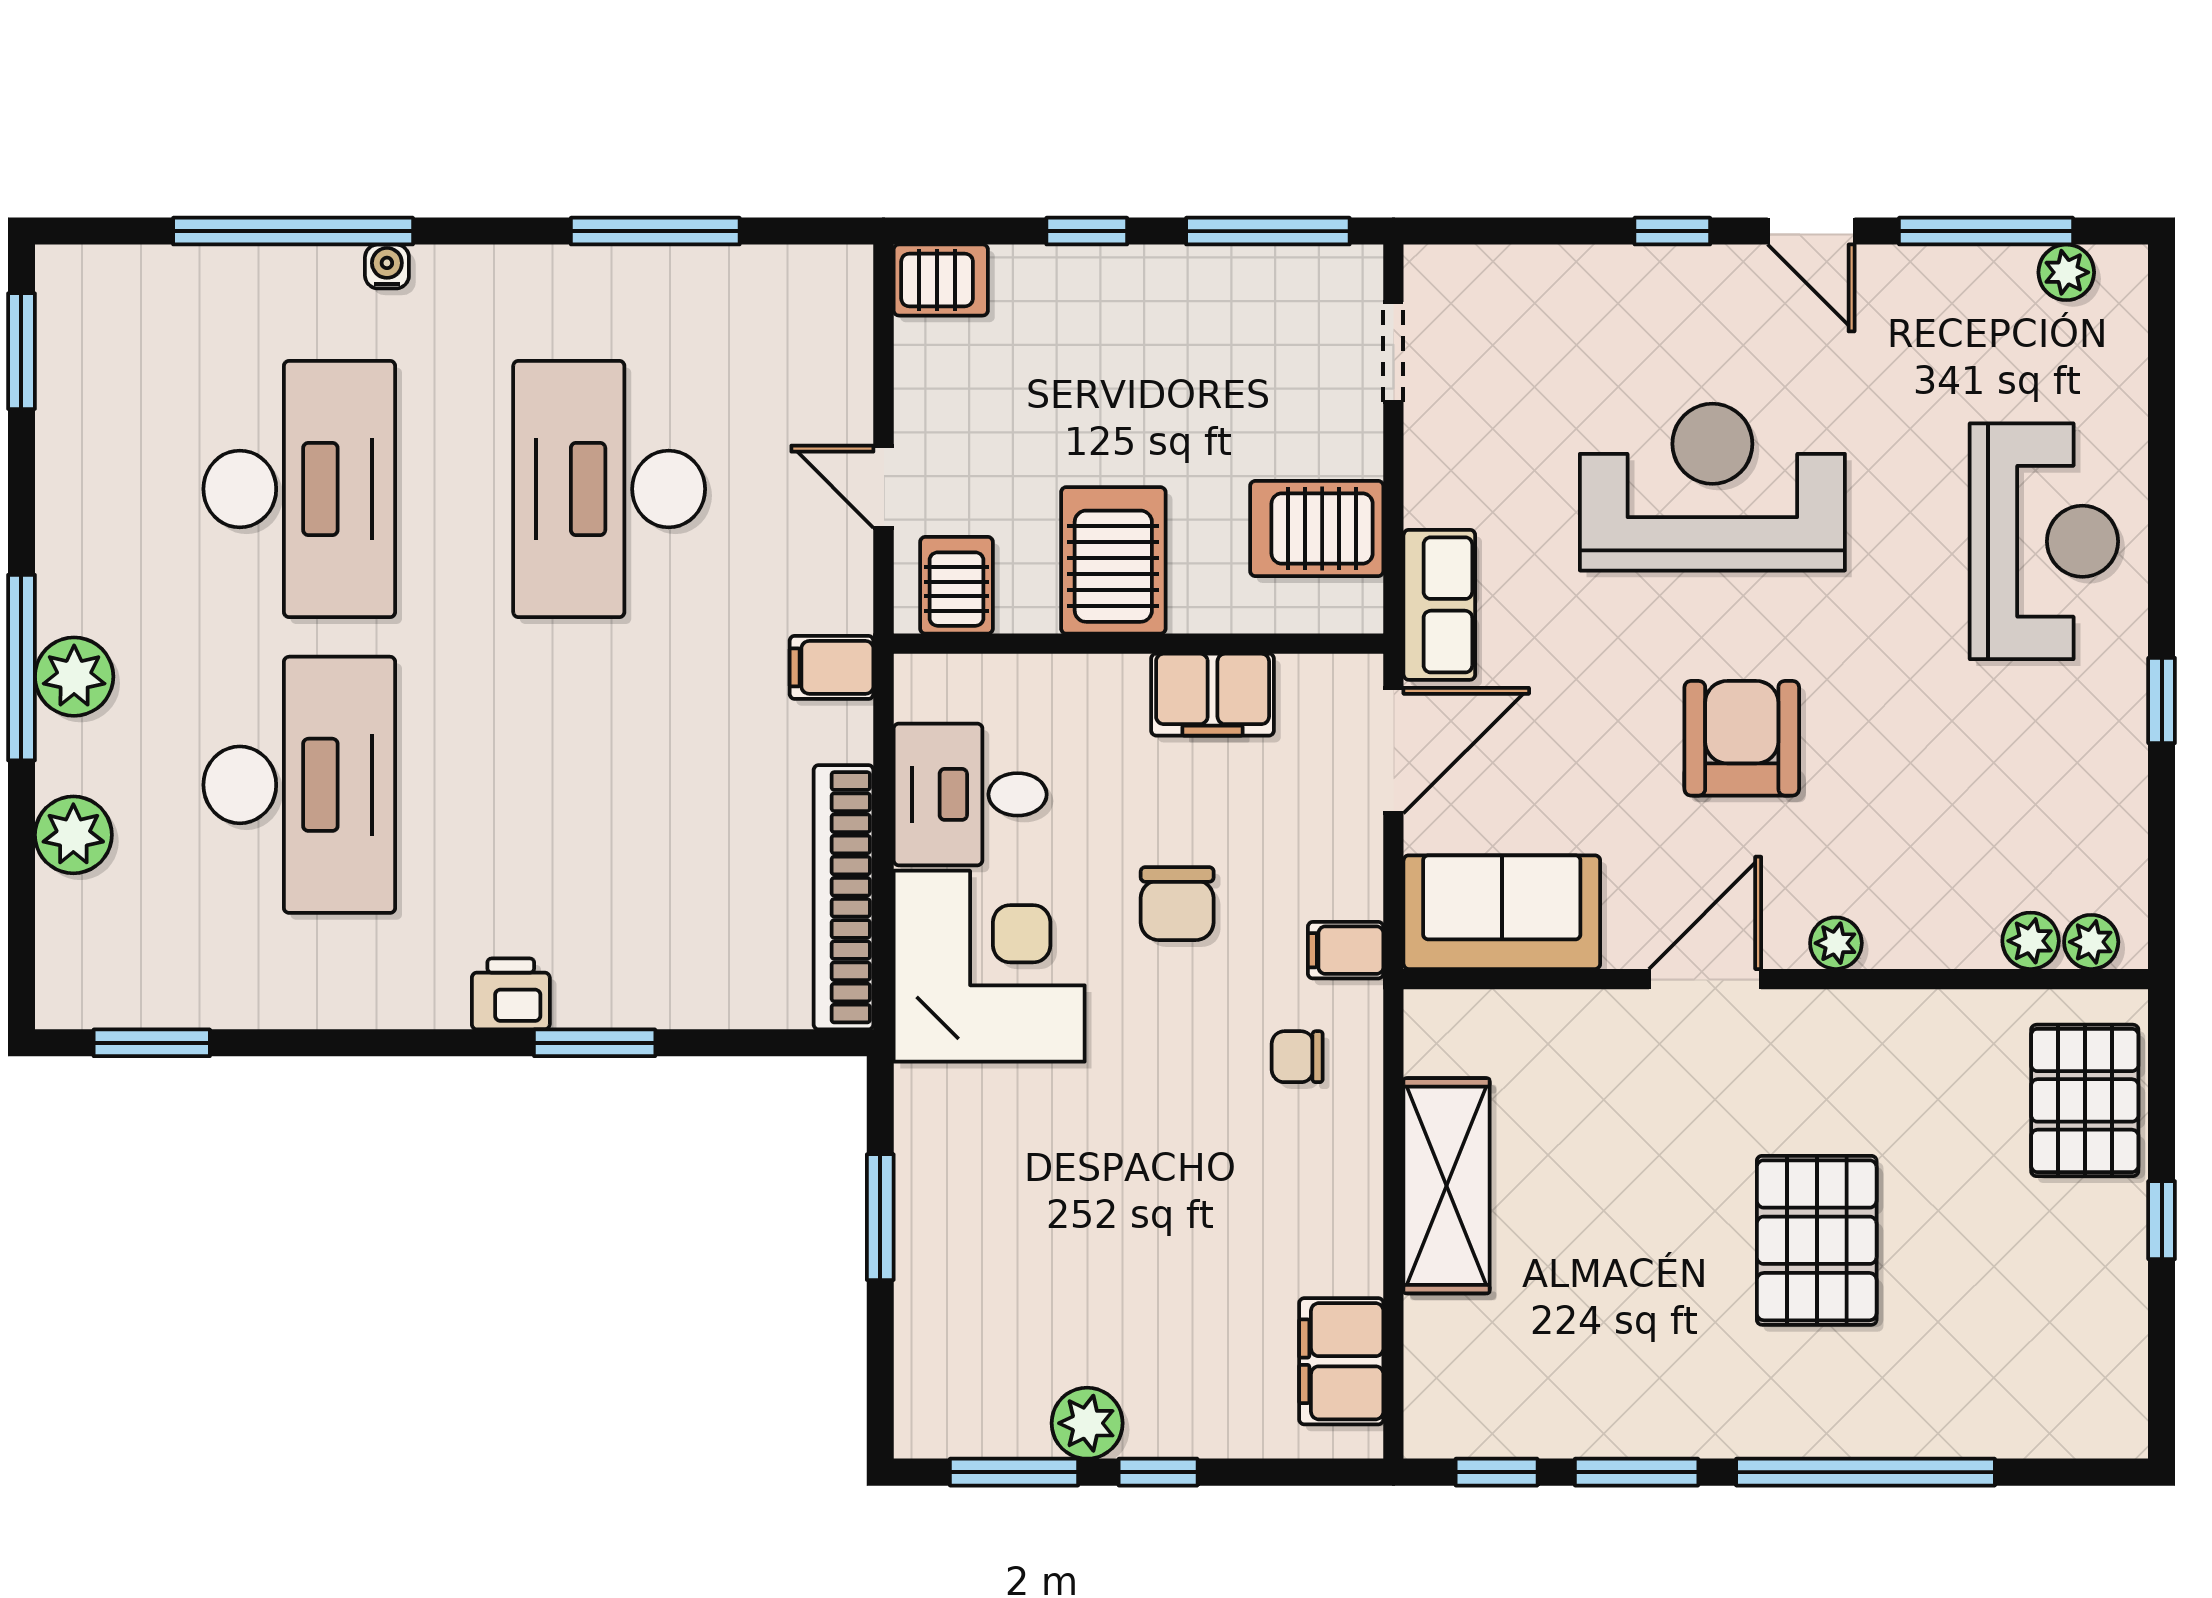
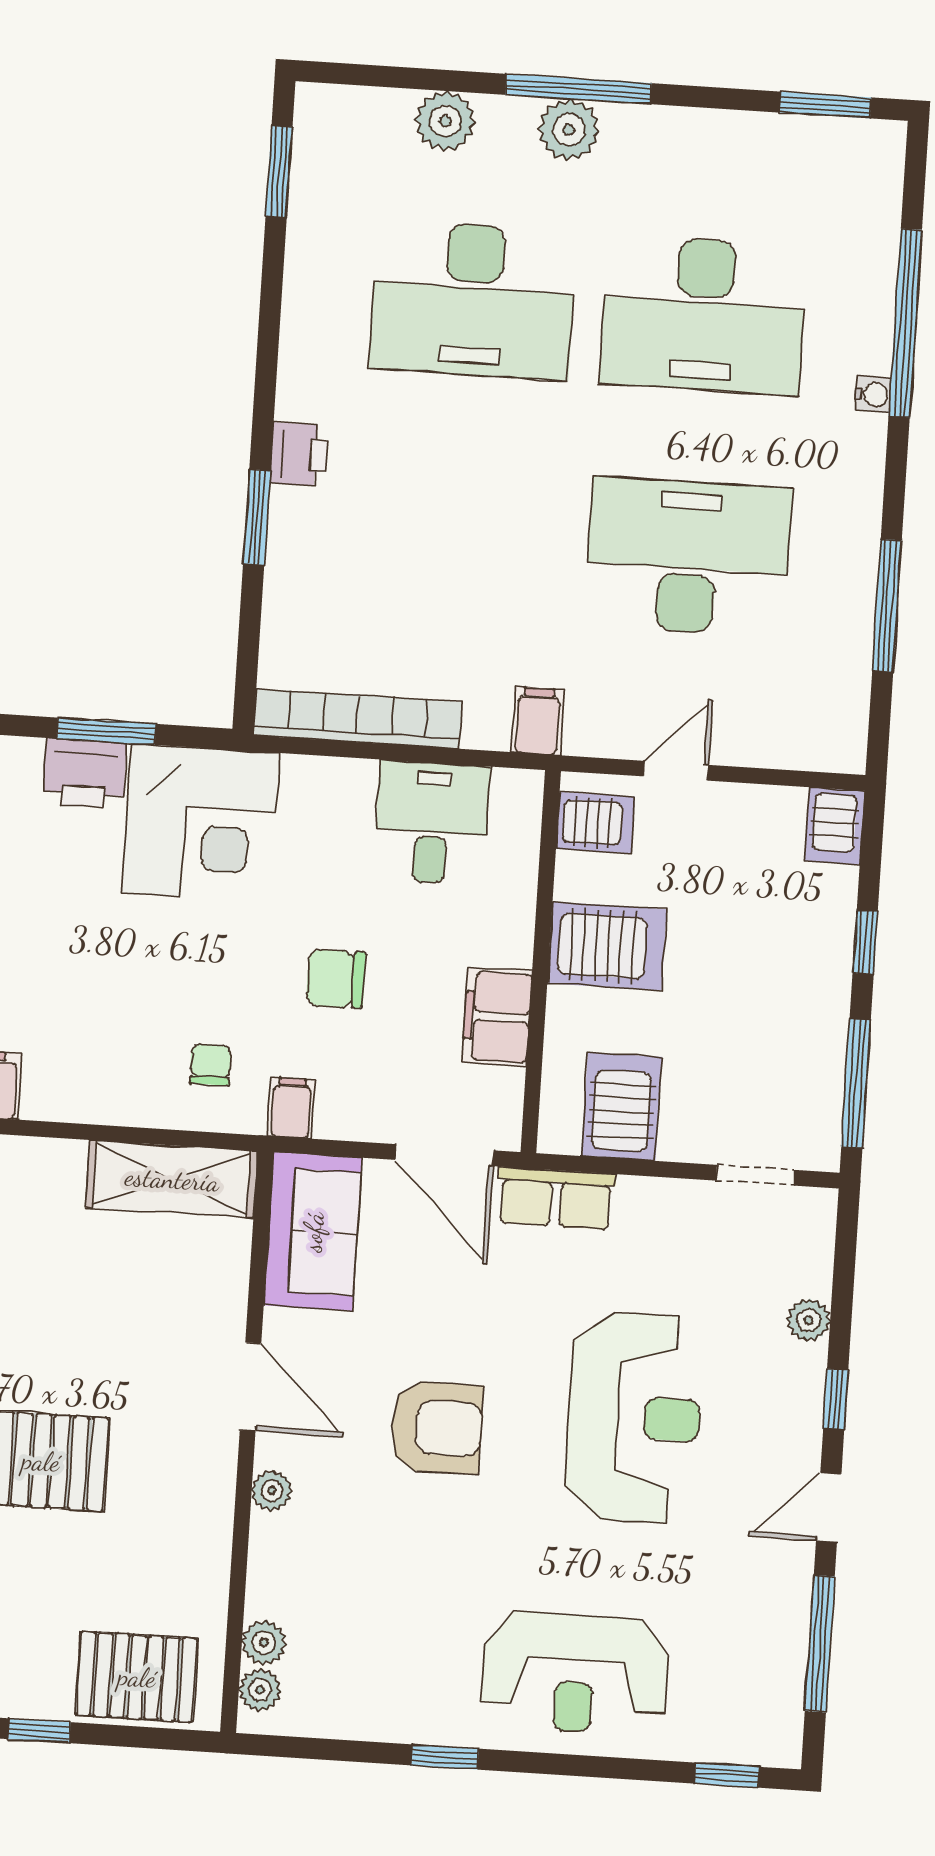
plant: (2066, 272) -> (808, 1320), moved
window: (2162, 339) -> (727, 1775), added
corner desk: (989, 966) -> (201, 823), moved
shelving: (1447, 1186) -> (172, 1179), moved
printer: (936, 1241) -> (85, 774), added

